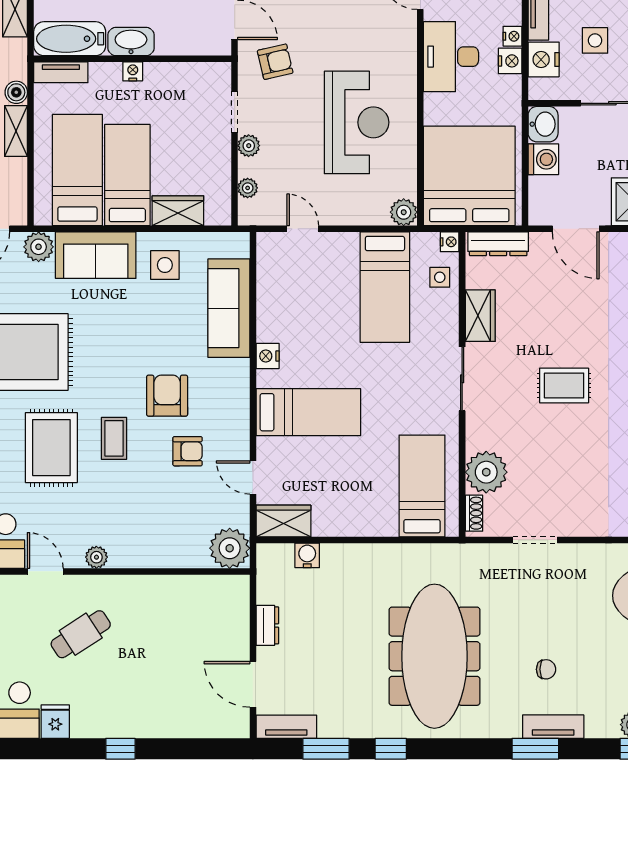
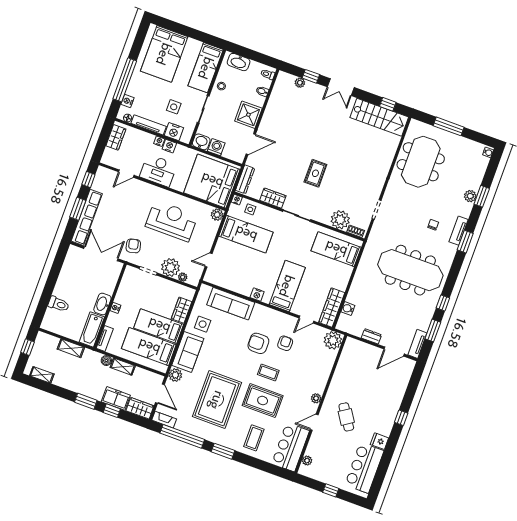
plant: (249, 146) -> (170, 267), width x1.88, depth x1.88
wardrobe: (283, 521) -> (332, 308), width x1.50

